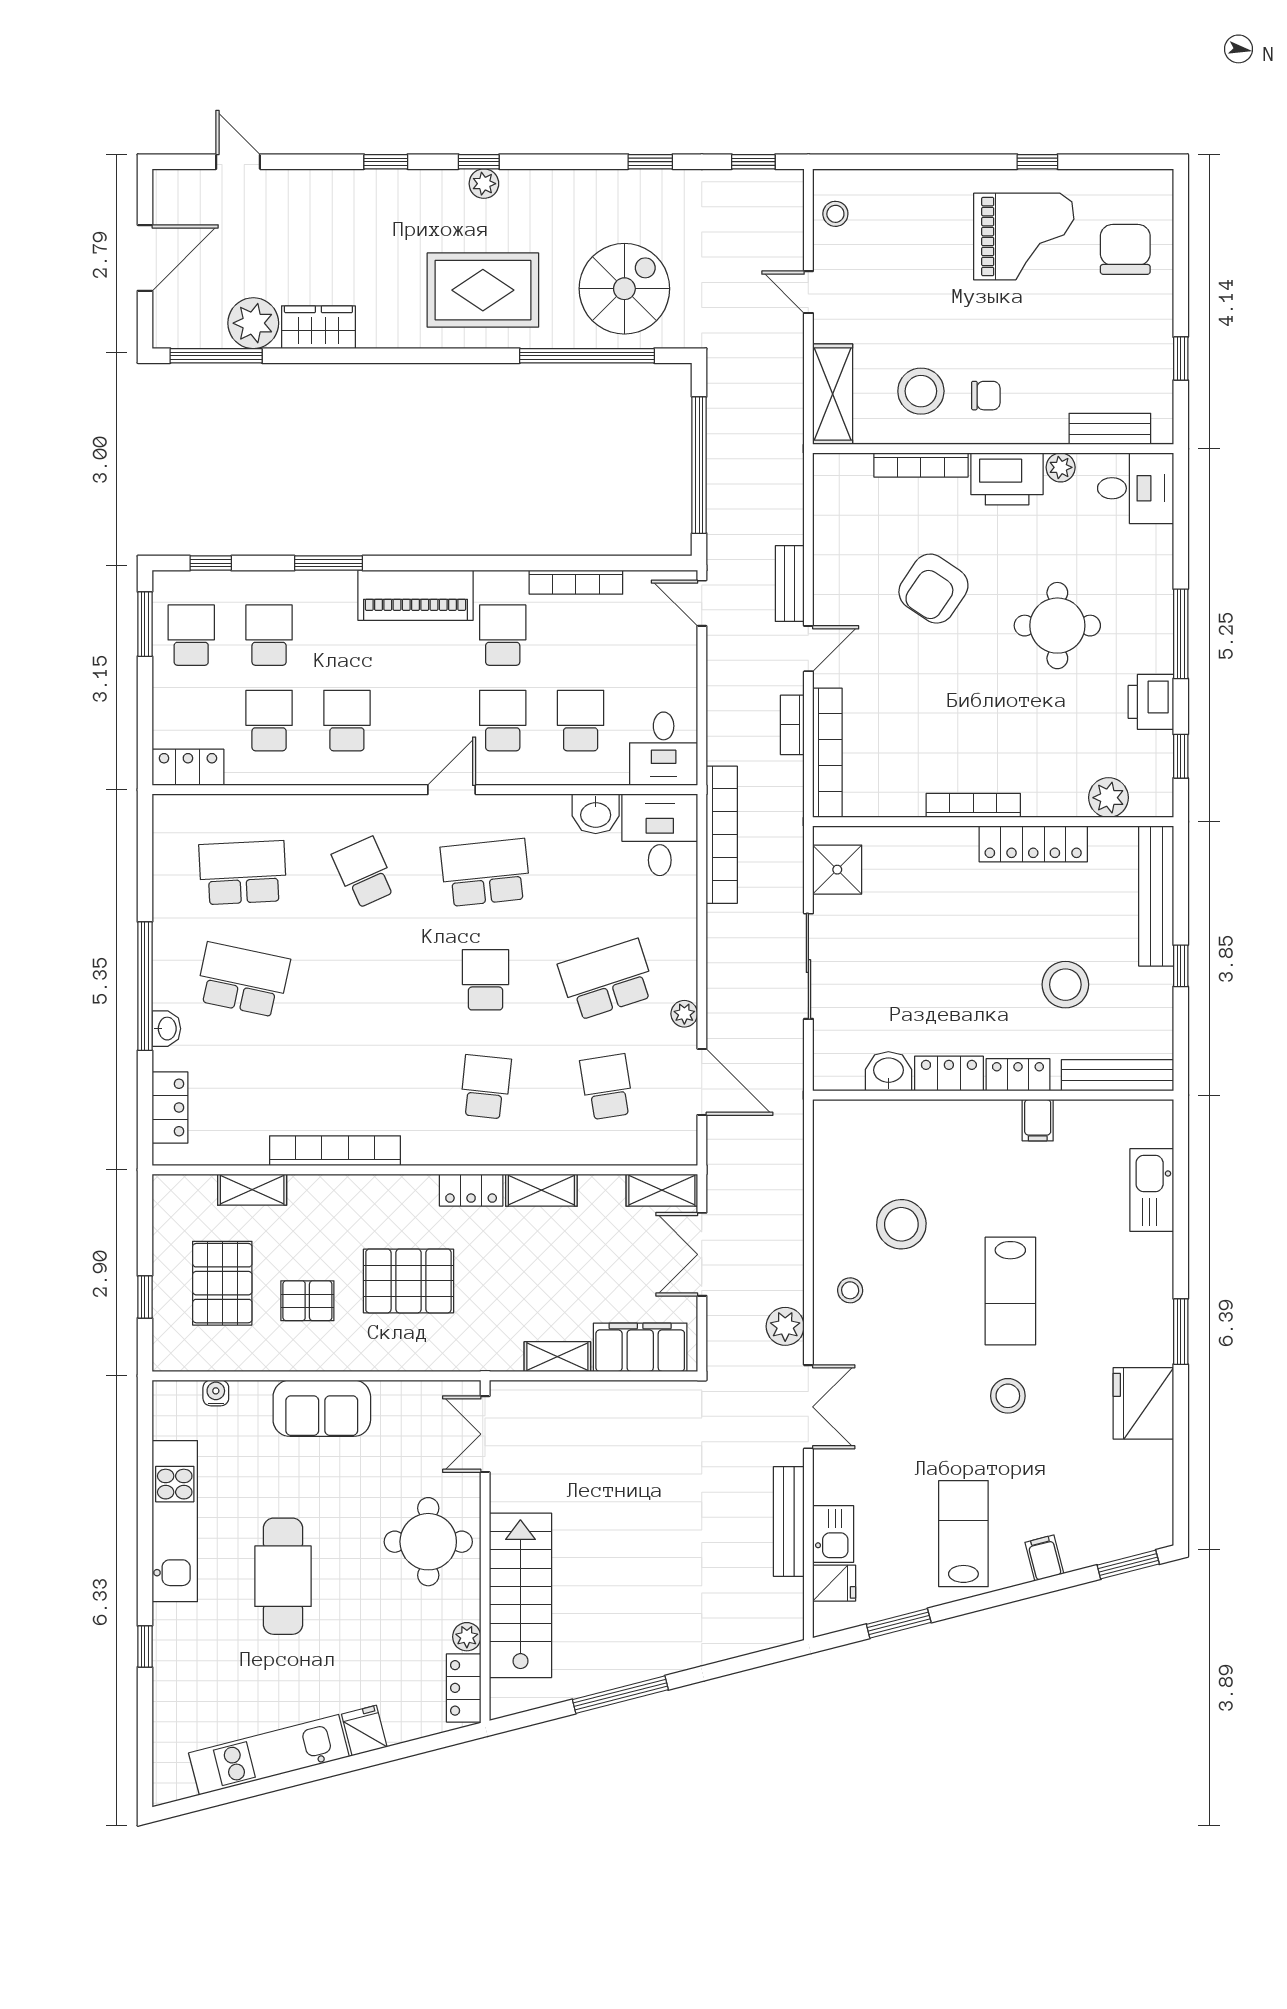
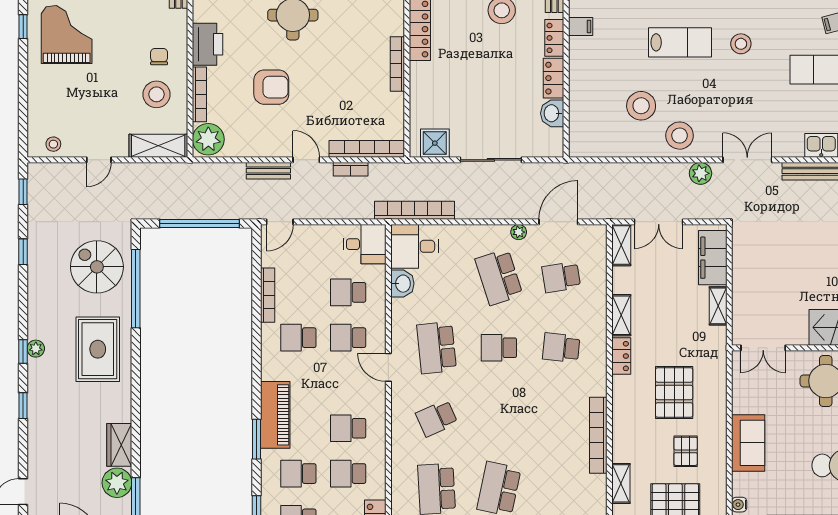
plant: (1061, 467) -> (208, 139), moved, width x1.87, depth x1.87
armchair: (933, 589) -> (271, 87), turned -34
piano: (415, 595) -> (275, 415), moved
stool: (850, 1290) -> (680, 136), width x1.89, depth x1.89

